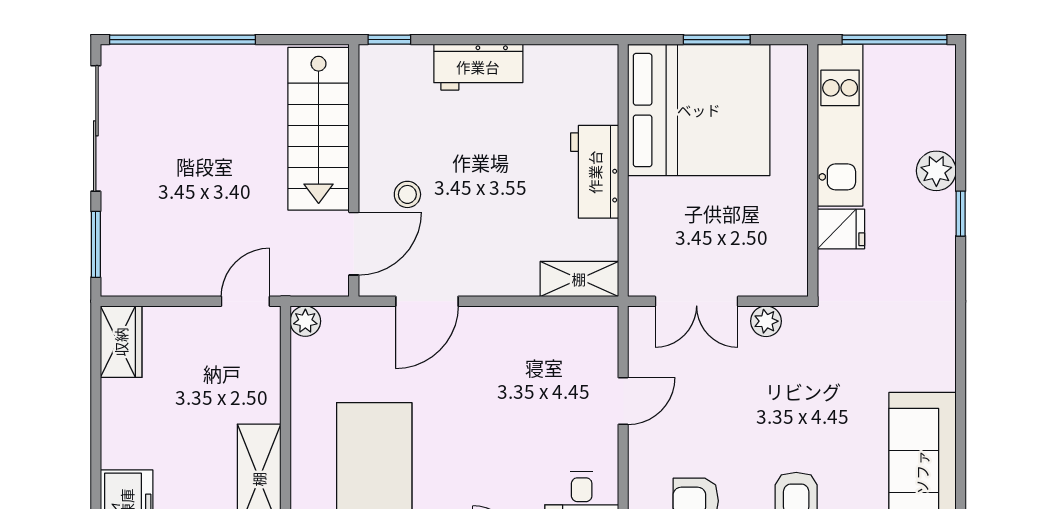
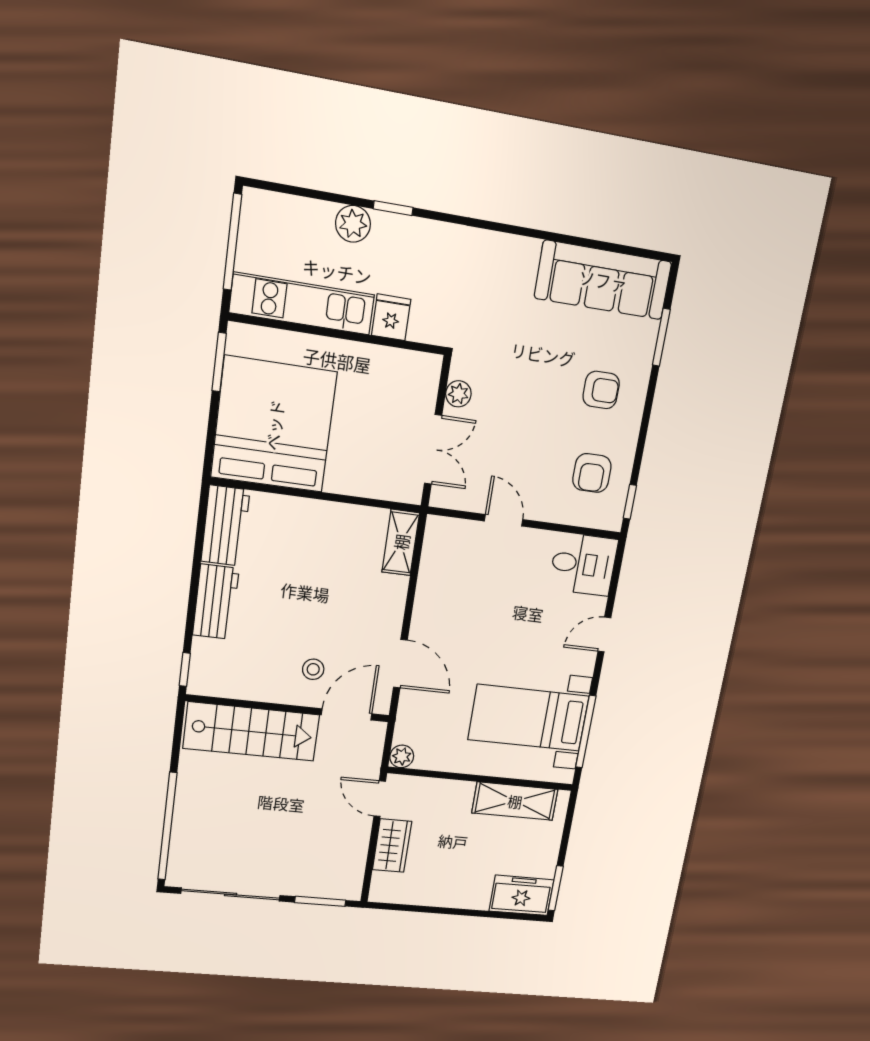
window: (717, 40) -> (219, 362), moved
workbench: (595, 172) -> (225, 526), moved, turned -90
door: (354, 244) -> (347, 714), hinge flipped
wardrobe: (121, 342) -> (392, 846), moved, turned 90

